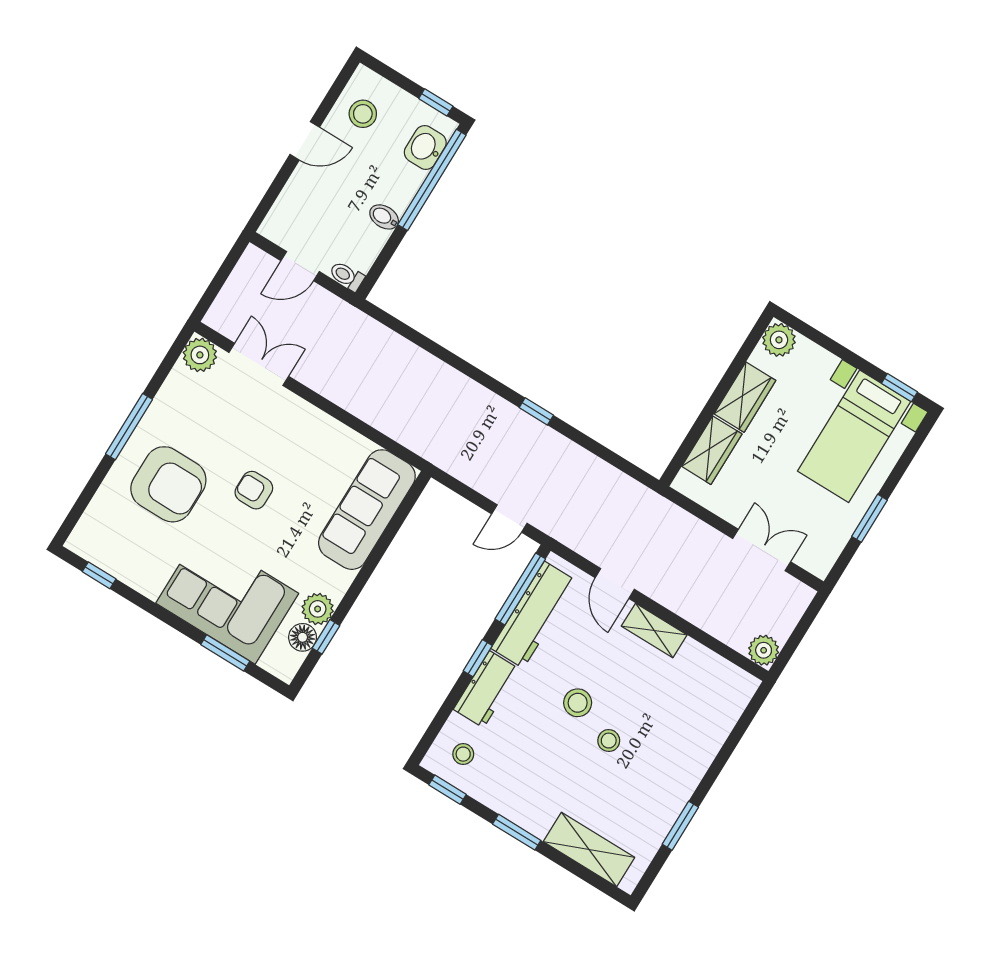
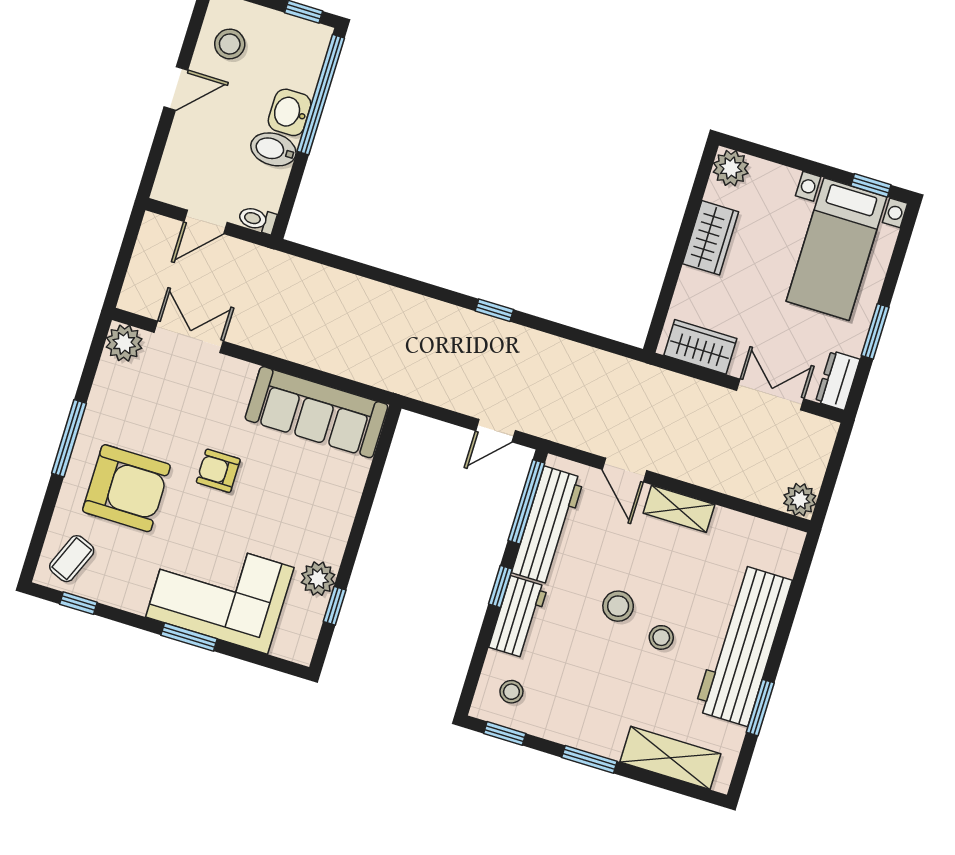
washbasin: (425, 147) -> (290, 112), moved
bidet: (384, 217) -> (273, 149), width x1.38, depth x1.36
wardrobe: (712, 450) -> (700, 347), moved, turned -90
sofa: (367, 510) -> (316, 412), moved, turned -90
coffee table: (103, 534) -> (72, 559), added
dresser: (825, 553) -> (838, 380), added
floor lamp: (303, 637) -> (310, 613), removed
window: (225, 653) -> (189, 637), moved
workbench: (680, 767) -> (743, 645), added

